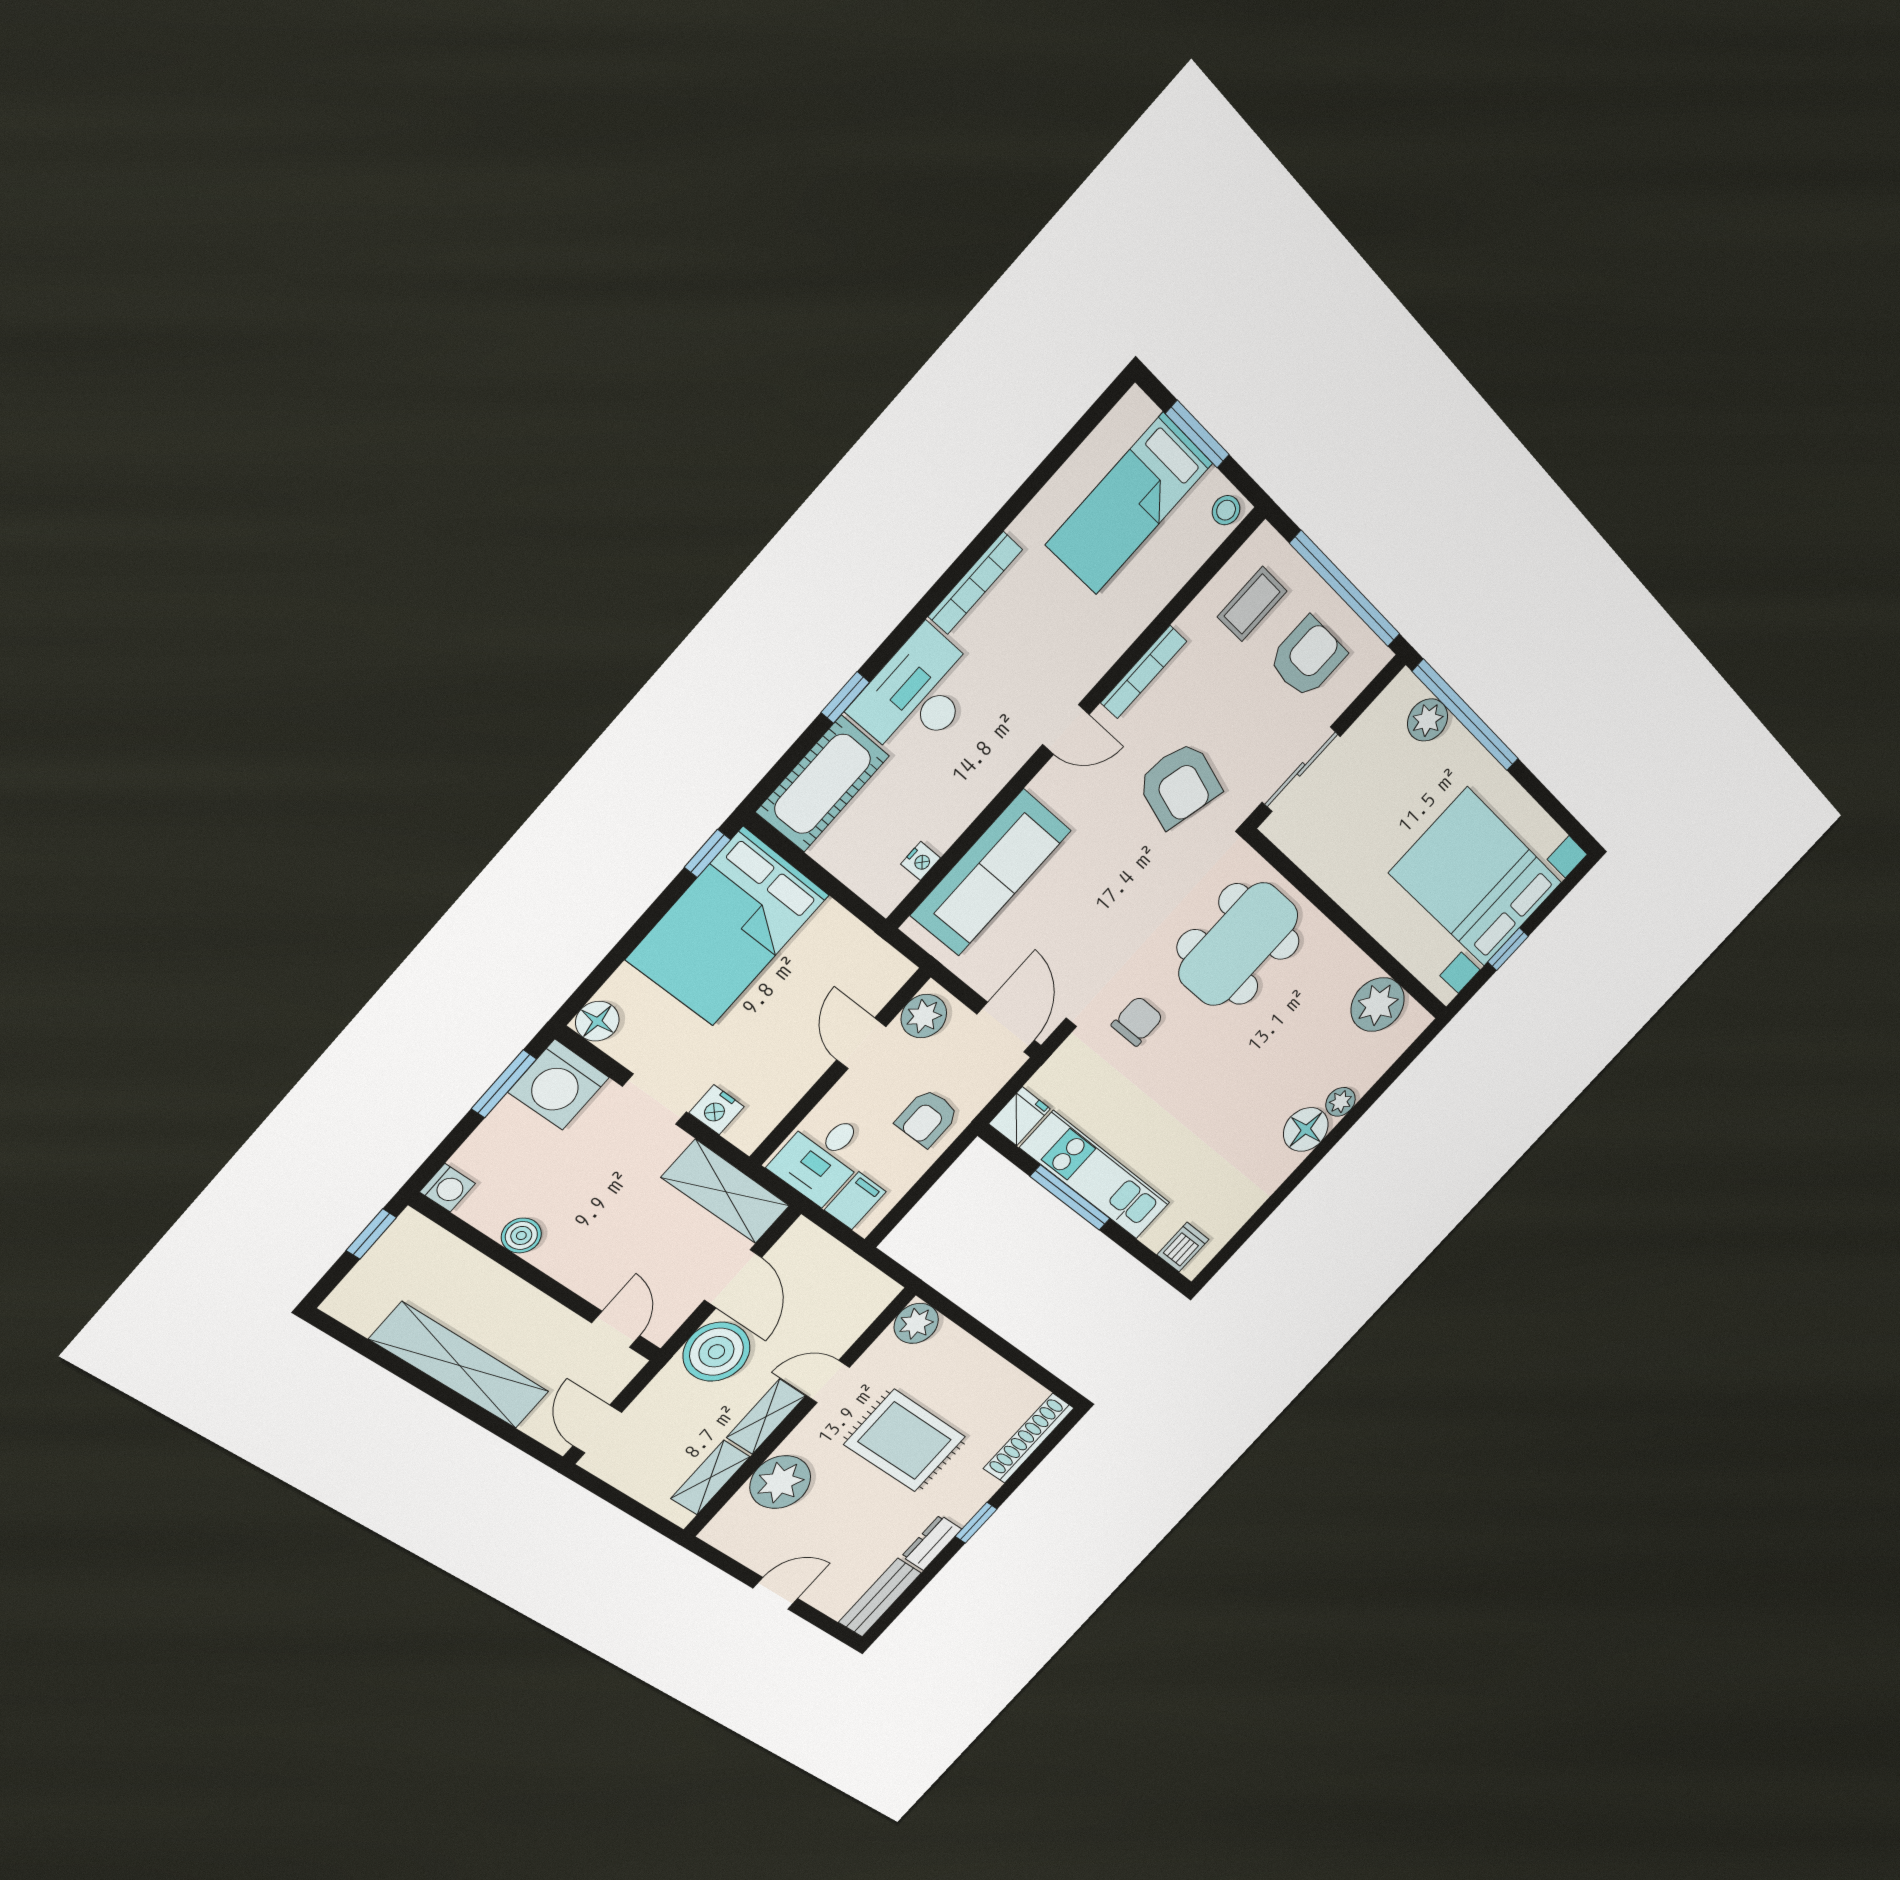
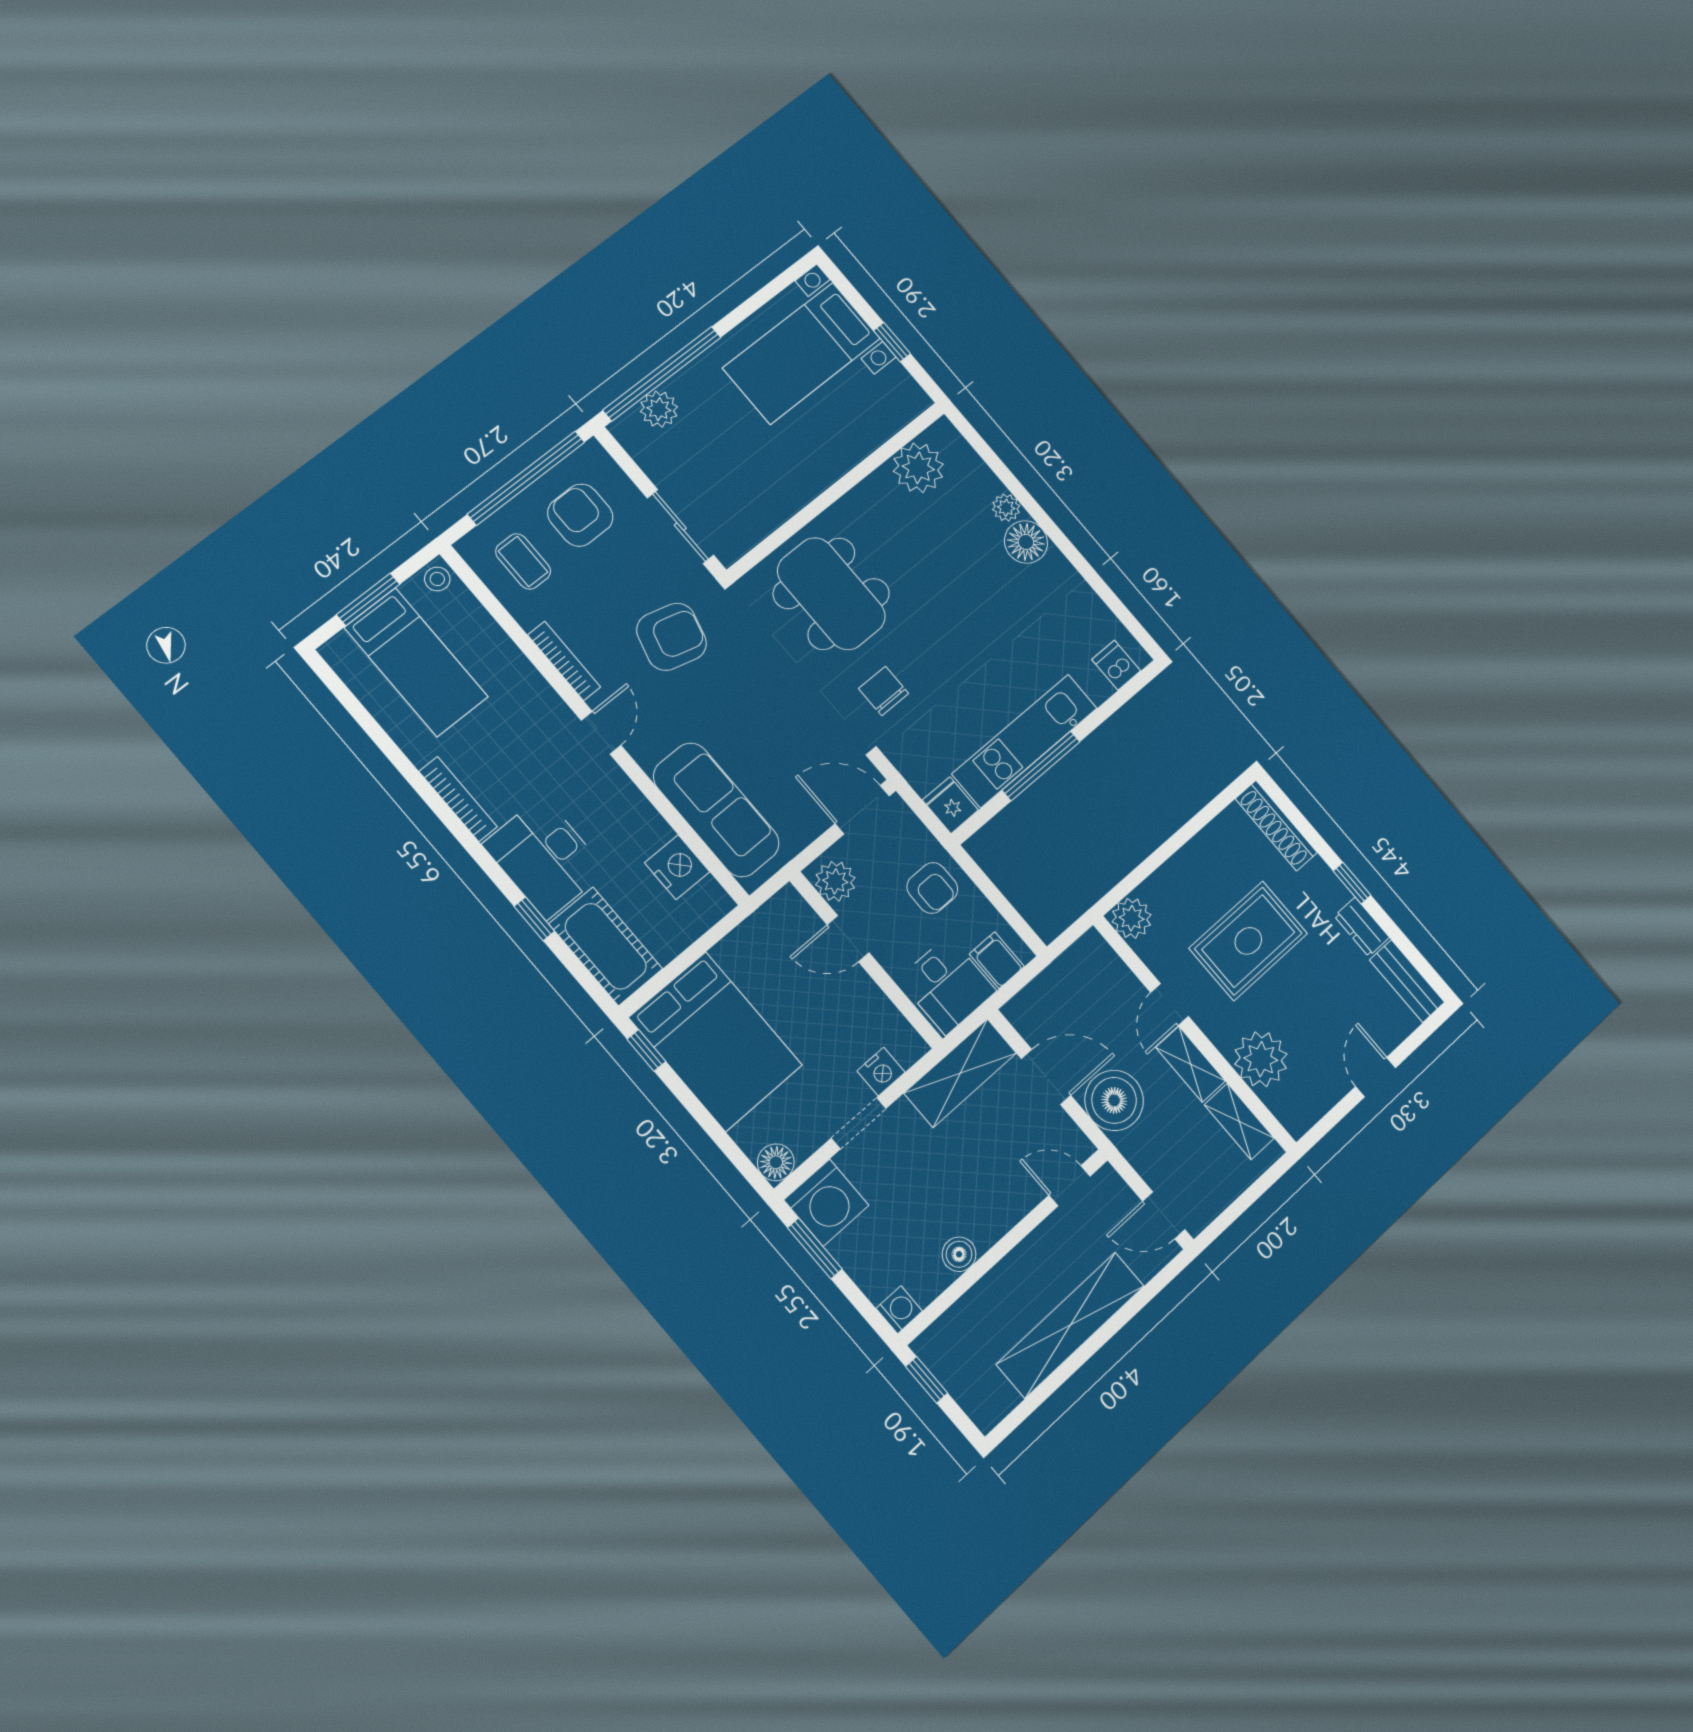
nightstand: (921, 861) -> (677, 867), width x1.89, depth x1.79
bed with nightstands: (1476, 878) -> (802, 353), width x0.73

